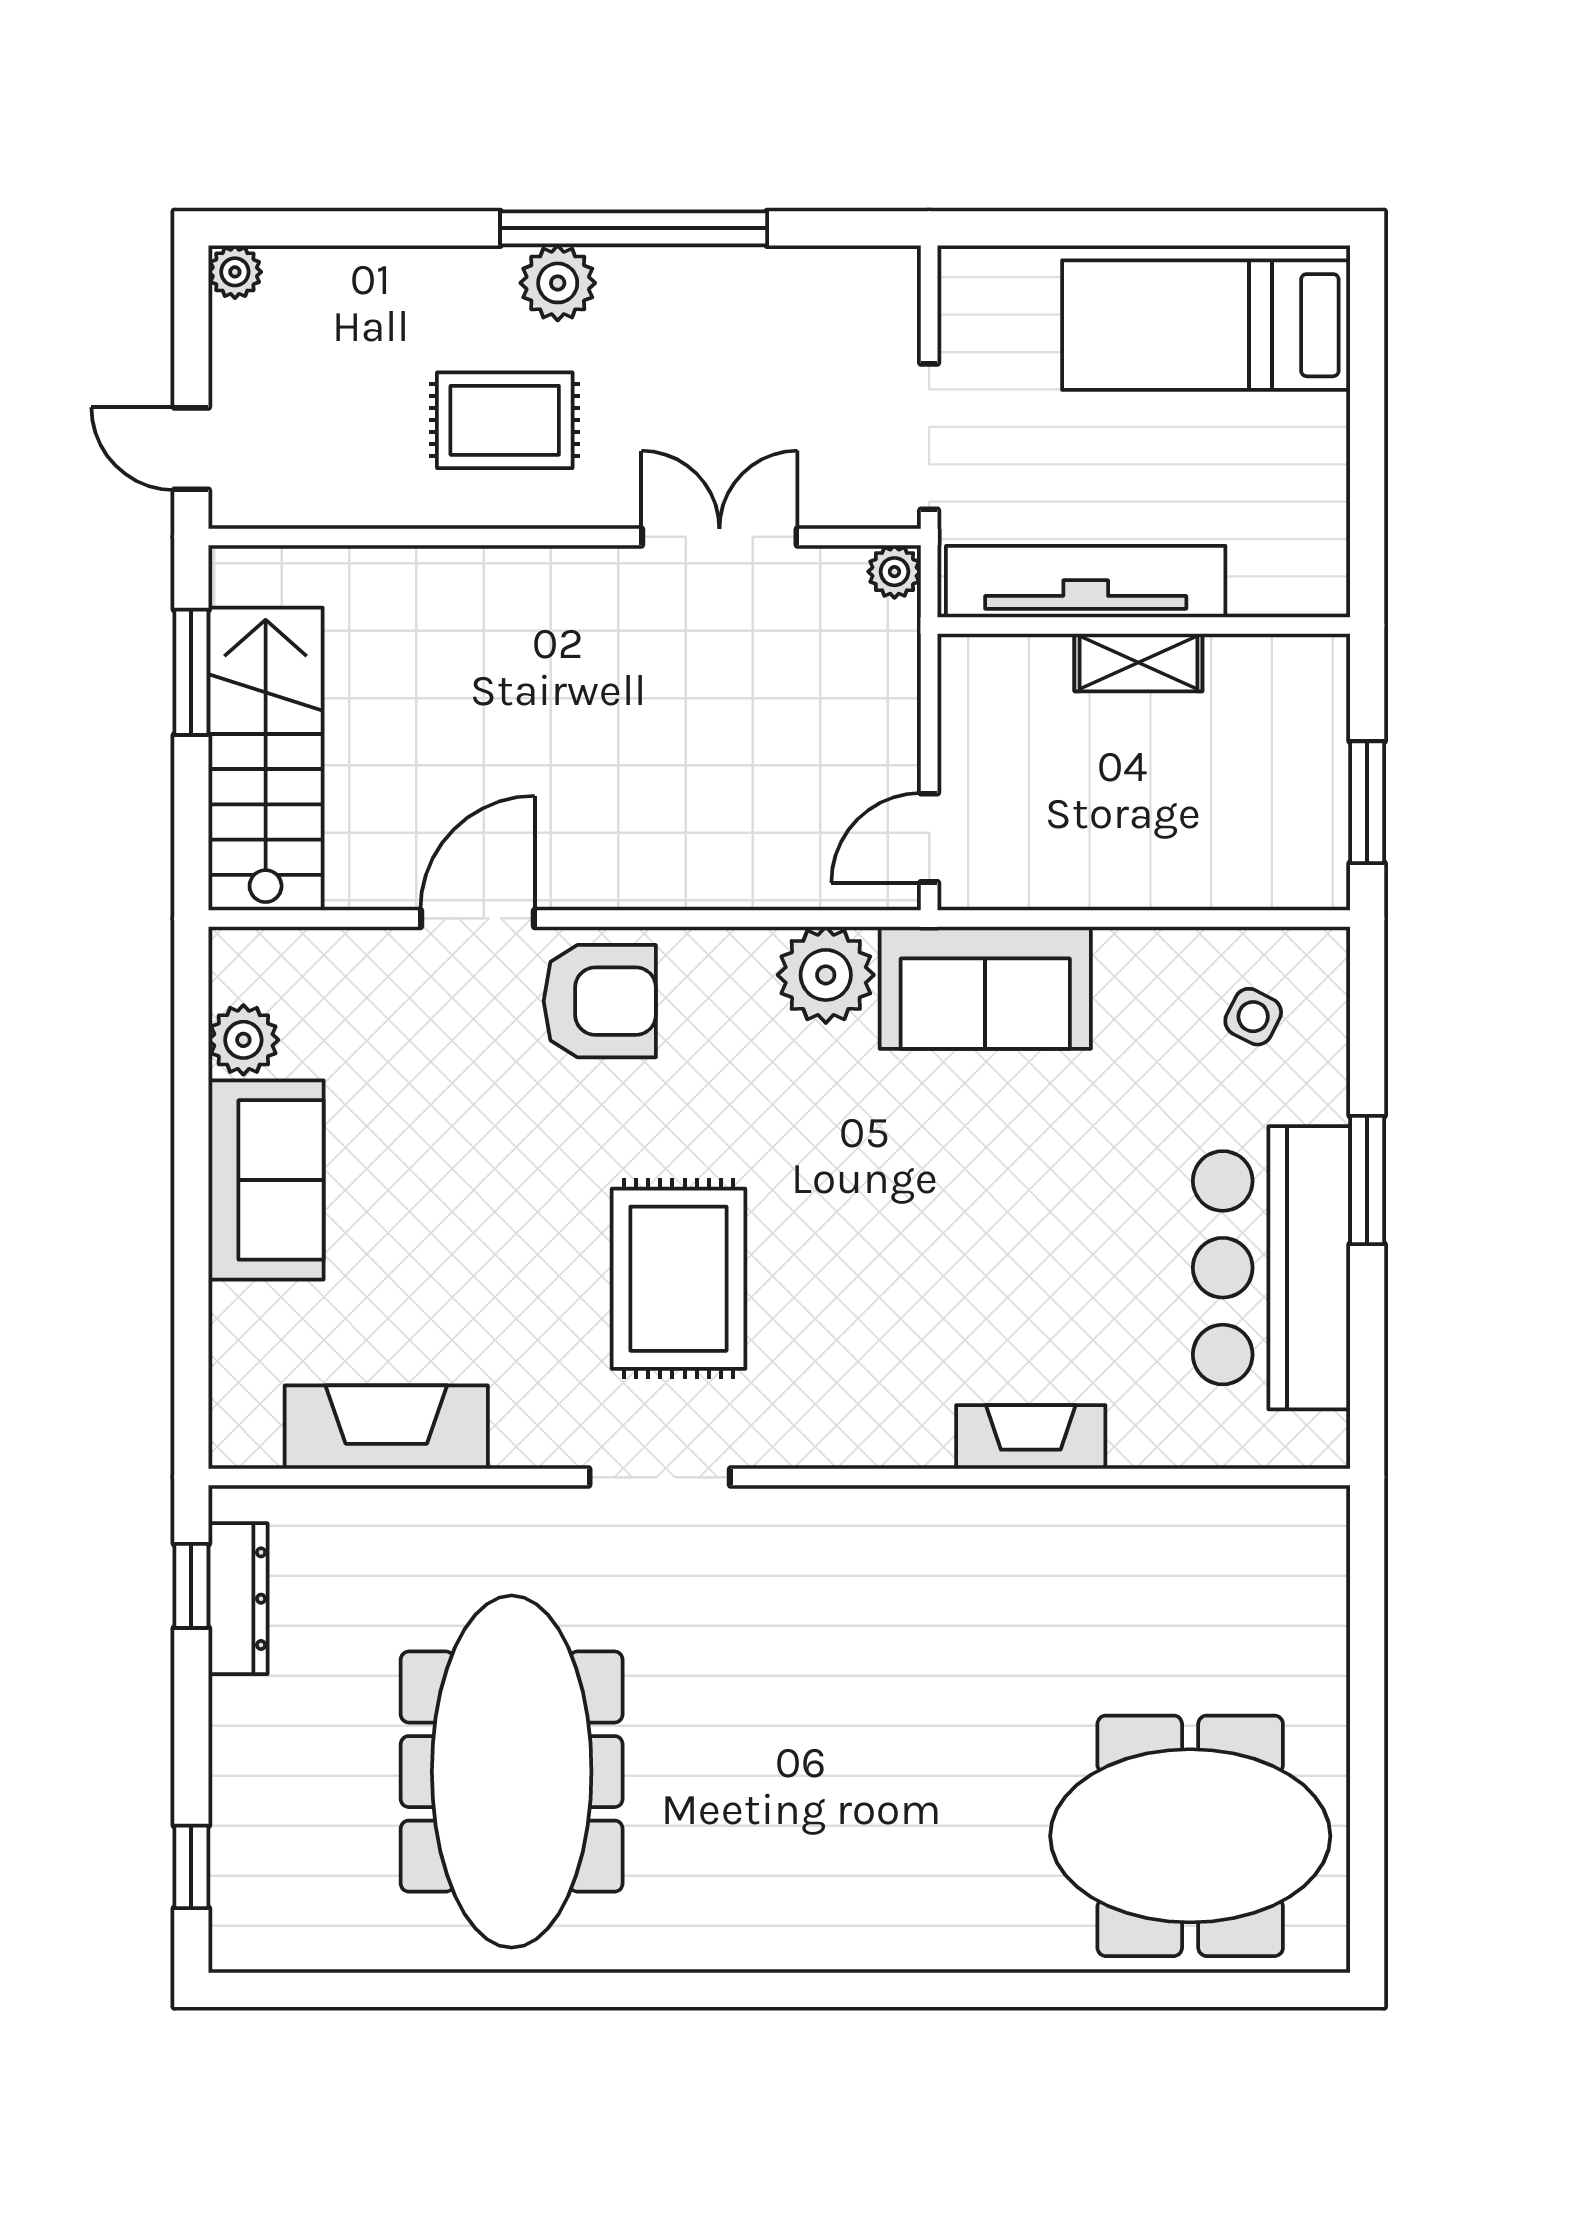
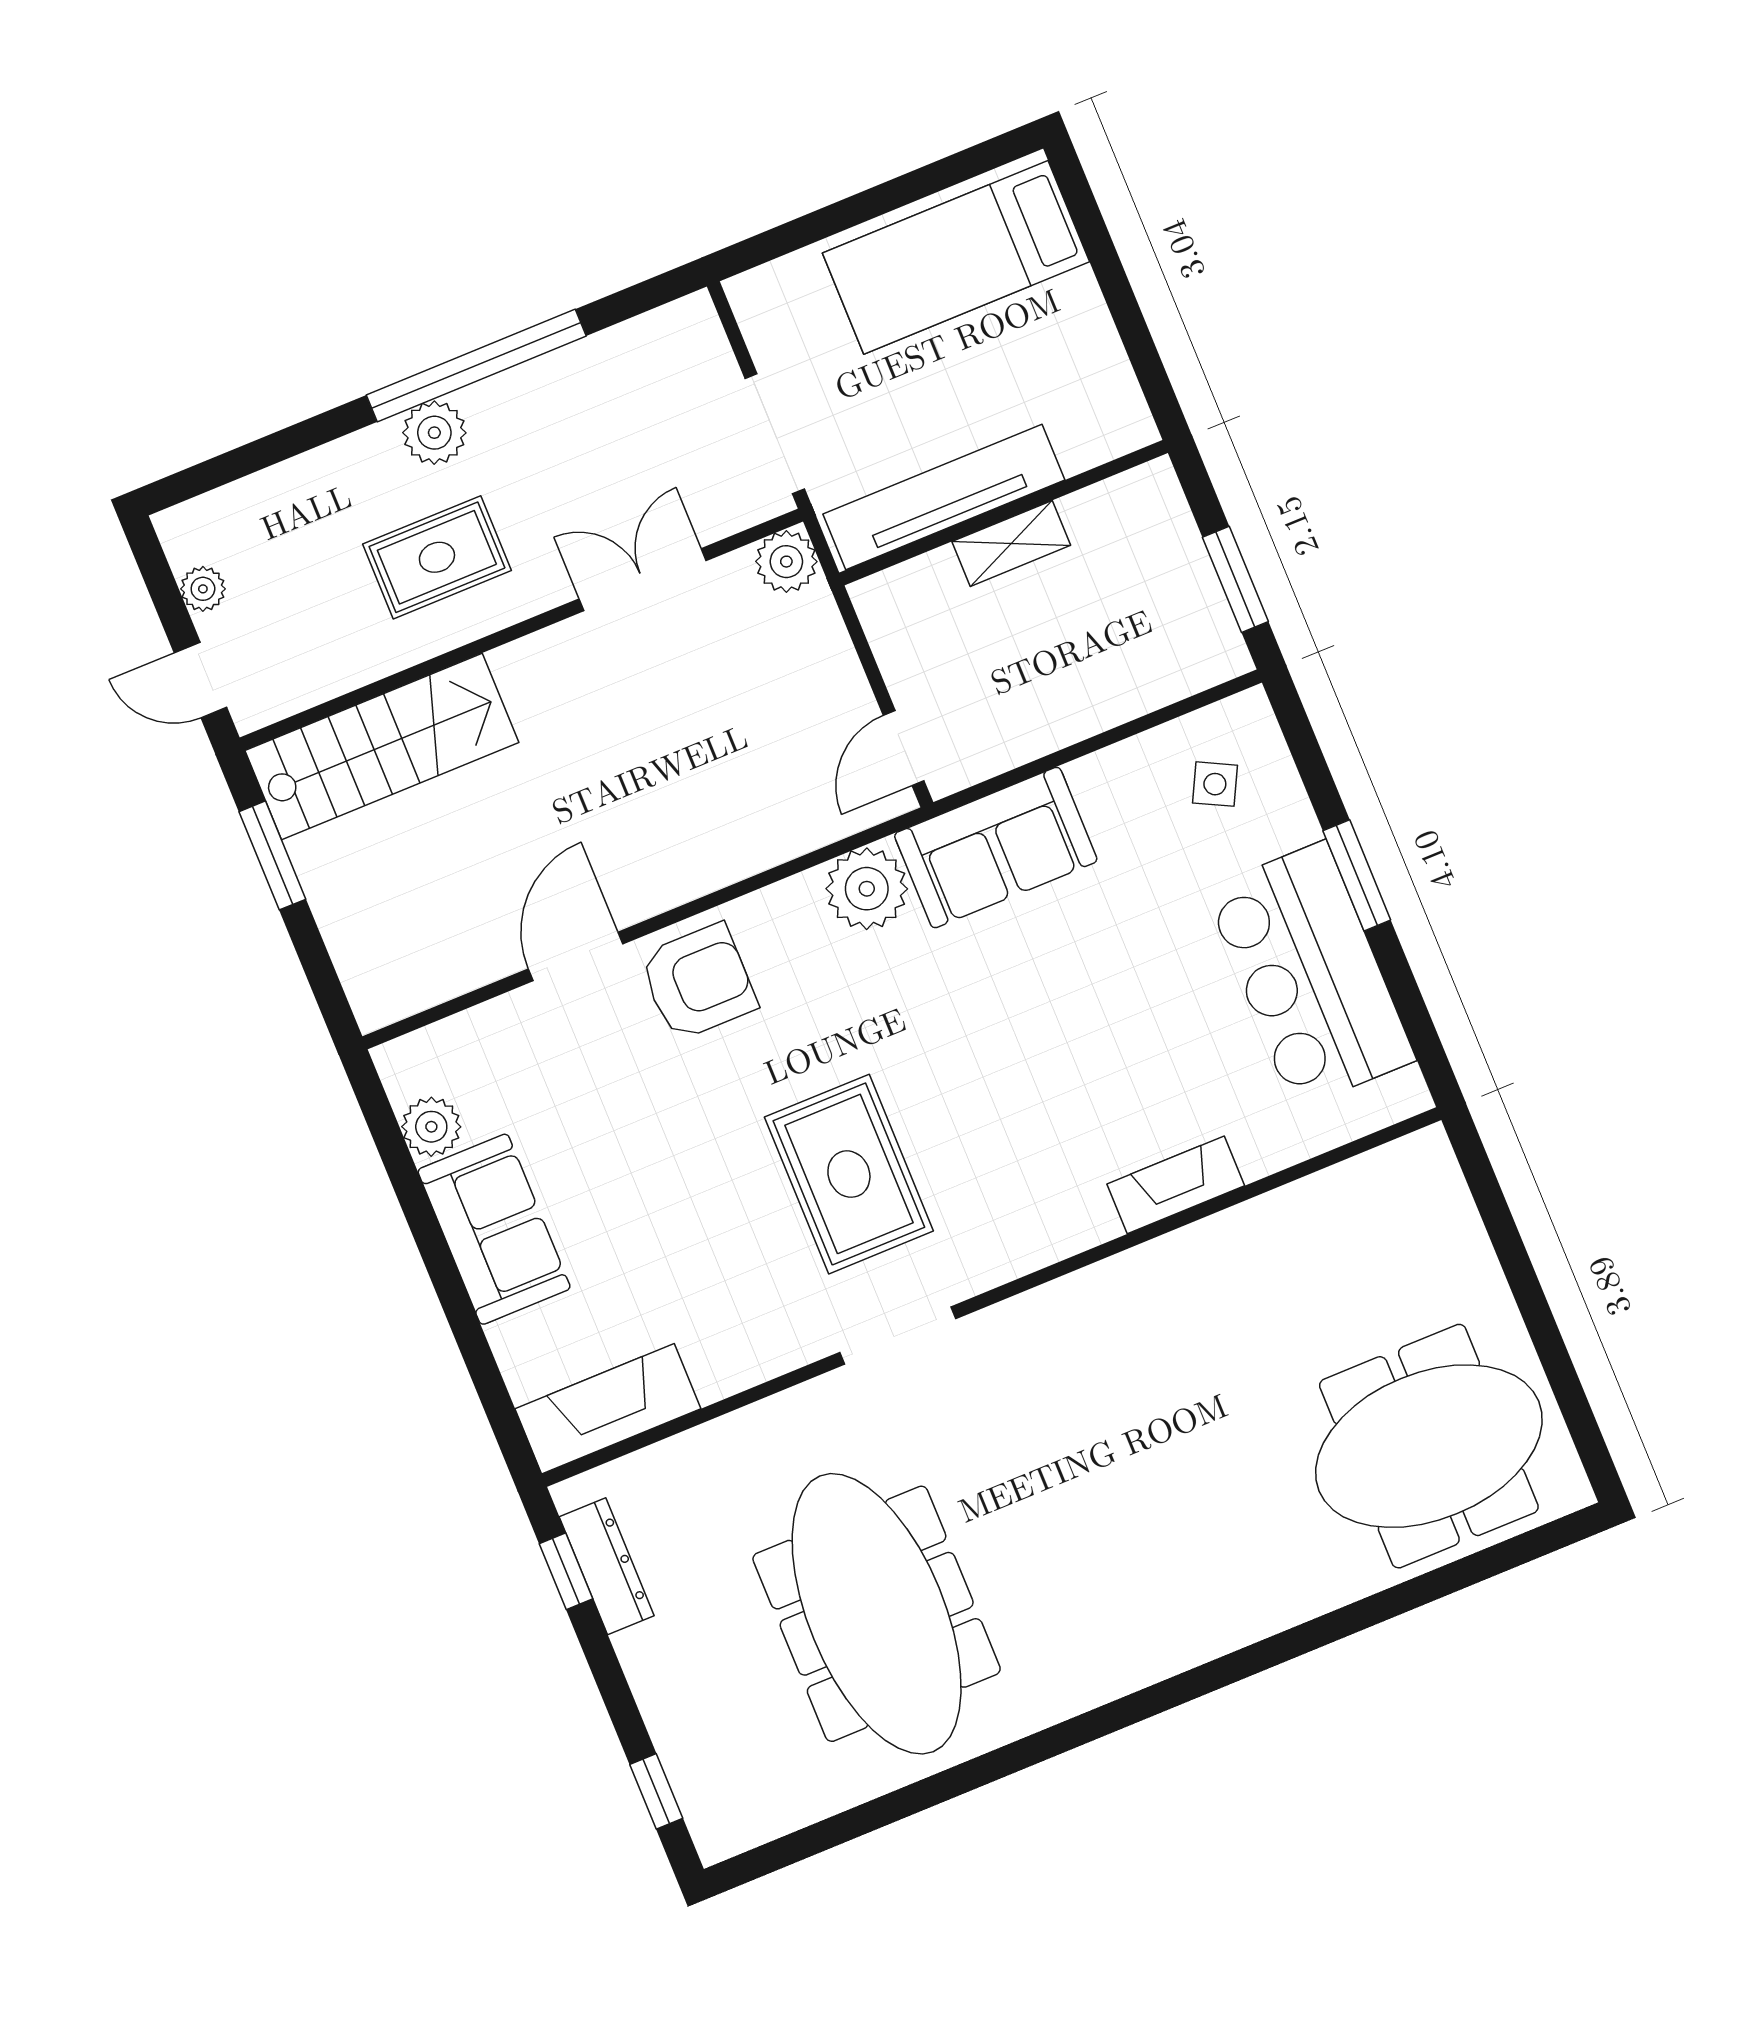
plant: (235, 272) -> (203, 589), moved
plant: (894, 572) -> (786, 562), width x1.38, depth x1.38
stairs: (266, 759) -> (382, 746), moved, turned 90
fireplace: (386, 1427) -> (608, 1409), moved

